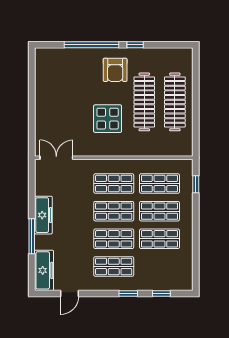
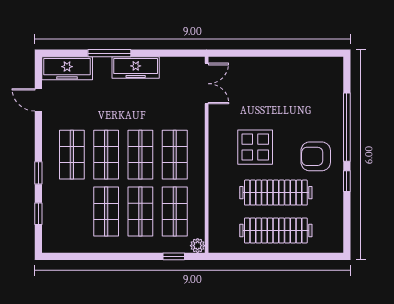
plant: (187, 165) -> (198, 246), added

